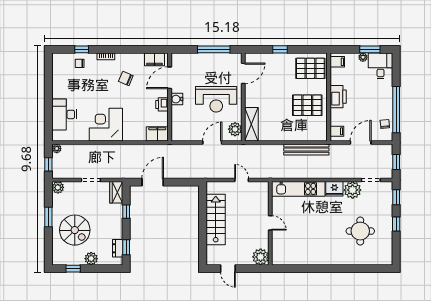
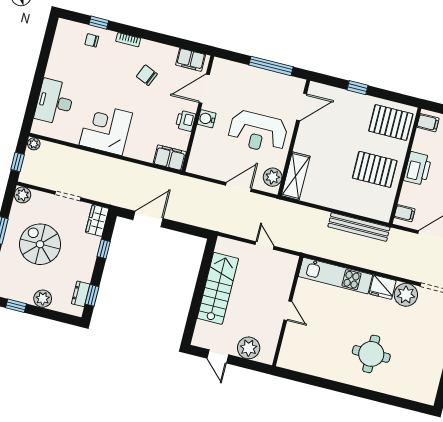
spiral stairs: (75, 230) -> (40, 244), moved, turned 180
round table: (360, 231) -> (371, 354), moved
plant: (261, 257) -> (249, 348), moved

